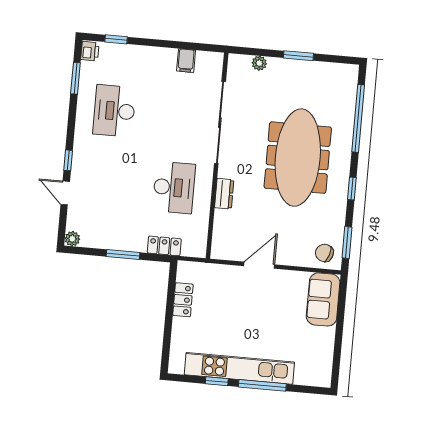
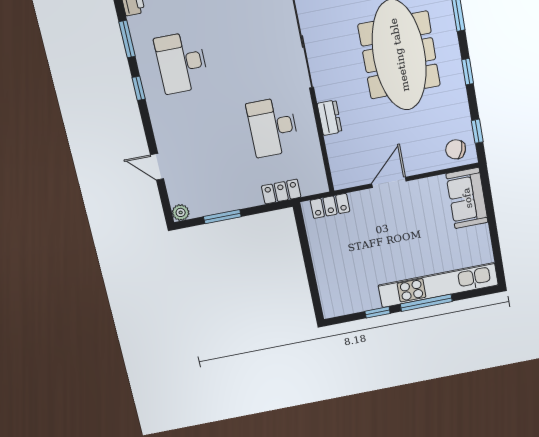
window: (68, 160) -> (139, 88), moved
desk: (174, 187) -> (273, 127), turned 180
window: (347, 243) -> (477, 131), width x0.67
window: (123, 255) -> (222, 217), moved
locker: (183, 300) -> (330, 206), moved, turned 90
kitchen unit: (239, 368) -> (438, 285), moved

